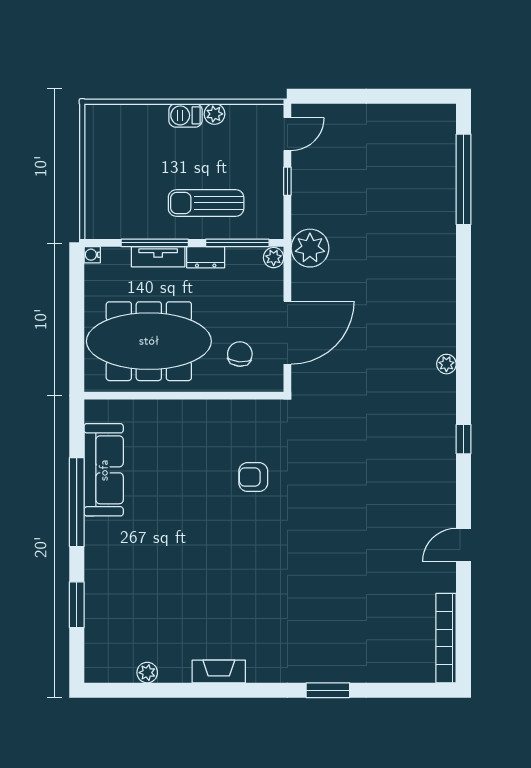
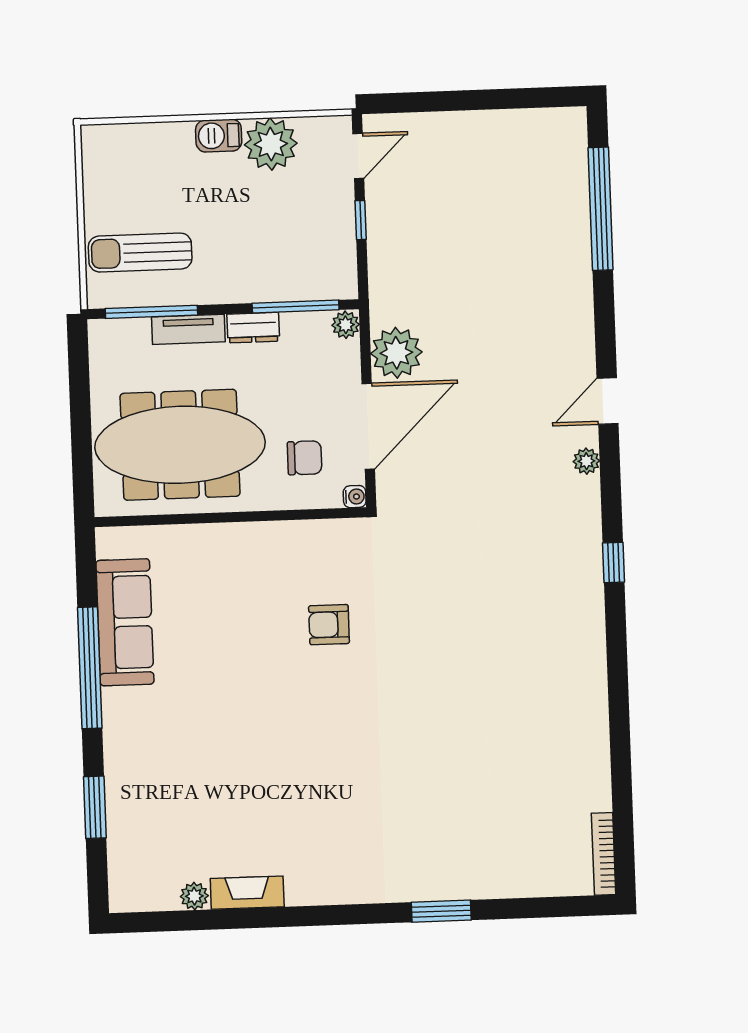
plant: (214, 114) -> (271, 144), width x1.87, depth x1.87
sun lounger: (206, 203) -> (140, 253), moved
window: (155, 243) -> (151, 312), moved
plant: (310, 248) -> (396, 353), moved
water cooler: (92, 255) -> (355, 497), moved, turned 180
chair: (240, 354) -> (305, 458), turned 85
door: (464, 545) -> (608, 401), moved
bookcase: (446, 638) -> (604, 854), width x0.68, depth x0.76
fireplace: (219, 671) -> (247, 893), moved

